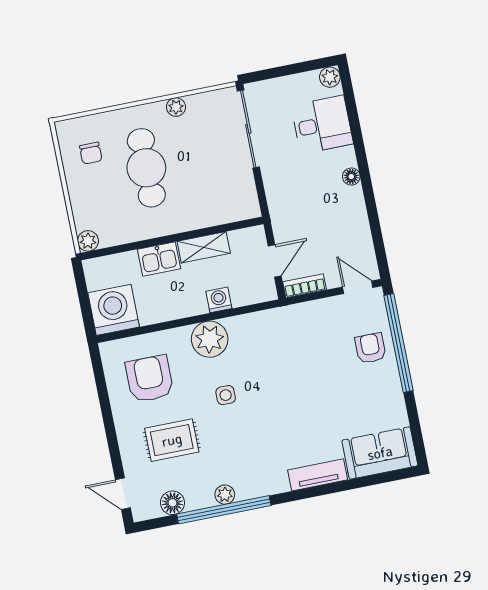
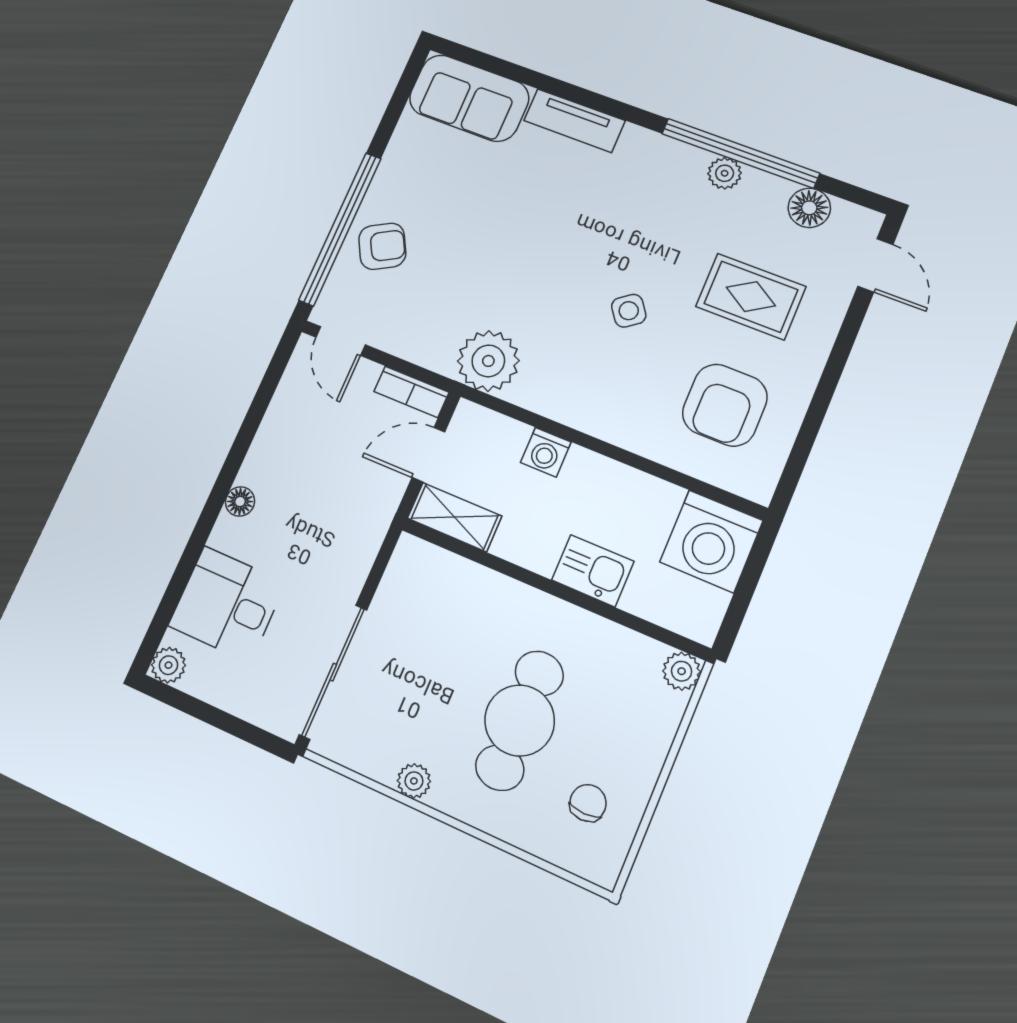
shelving: (204, 247) -> (454, 517), moved
plant: (210, 339) -> (488, 361), moved
armchair: (370, 348) -> (382, 246), turned -119
side table: (226, 395) -> (629, 311), turned -37

